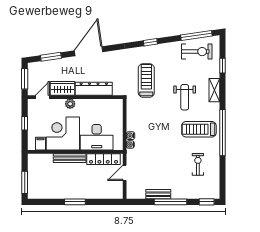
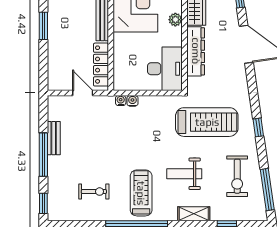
exercise bike: (197, 52) -> (237, 176), moved
treadmill: (146, 80) -> (207, 122), width x1.37, depth x1.38
desk: (97, 137) -> (165, 69), moved, turned 180

